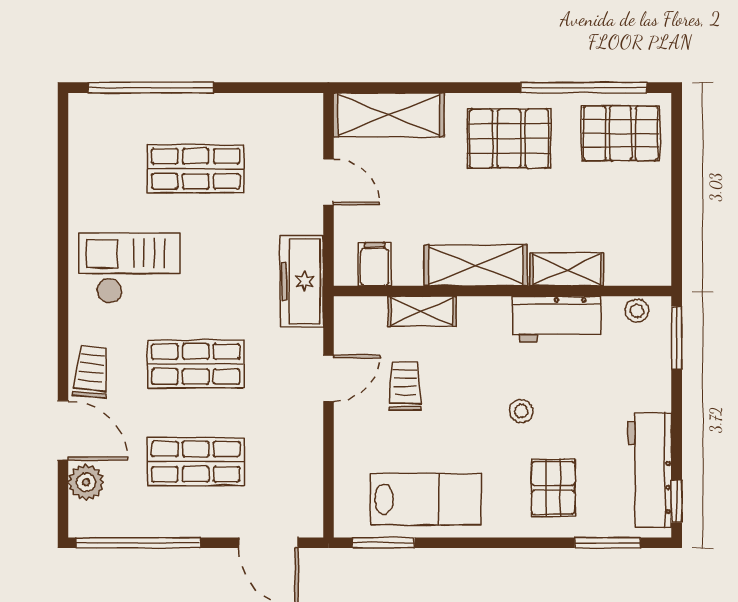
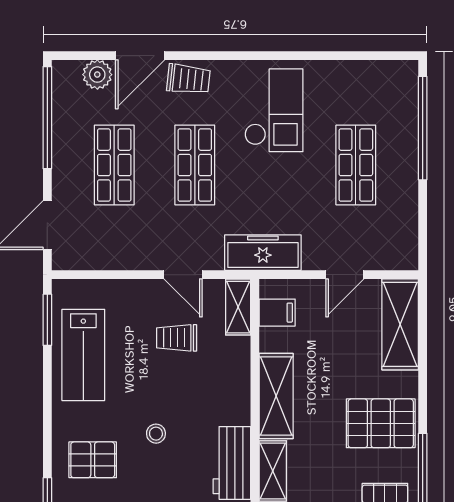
pallet: (509, 139) -> (381, 423), turned 90
shelving: (422, 311) -> (238, 307), moved
trolley: (405, 386) -> (177, 338), turned 180

